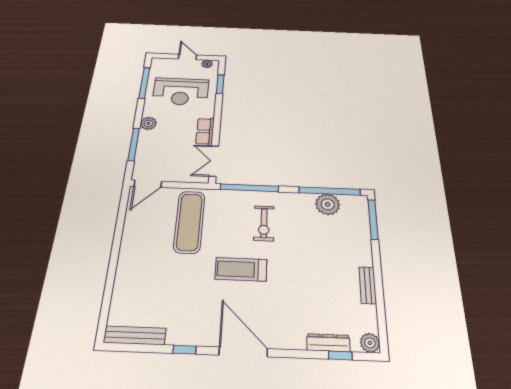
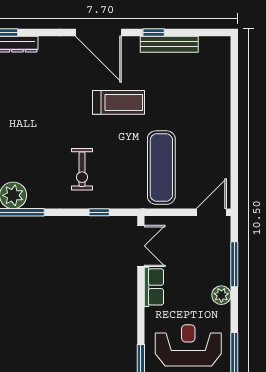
window: (249, 188) -> (99, 212), width x0.32
exercise bike: (264, 223) -> (82, 169), turned 180
treadmill: (241, 269) -> (119, 102), moved
bench: (135, 335) -> (169, 44), moved

